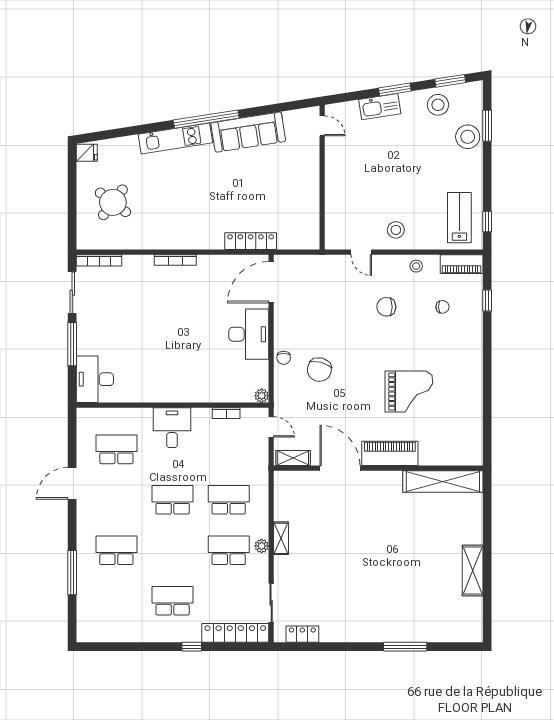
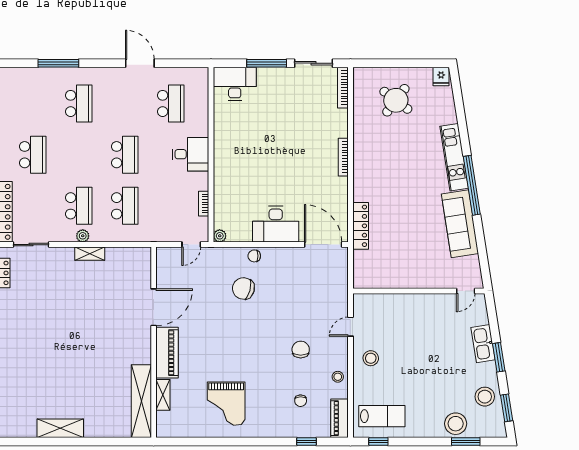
grand piano: (409, 392) -> (226, 404), moved
shelving: (293, 458) -> (163, 395), moved

